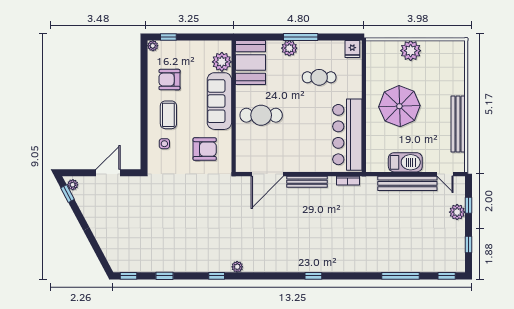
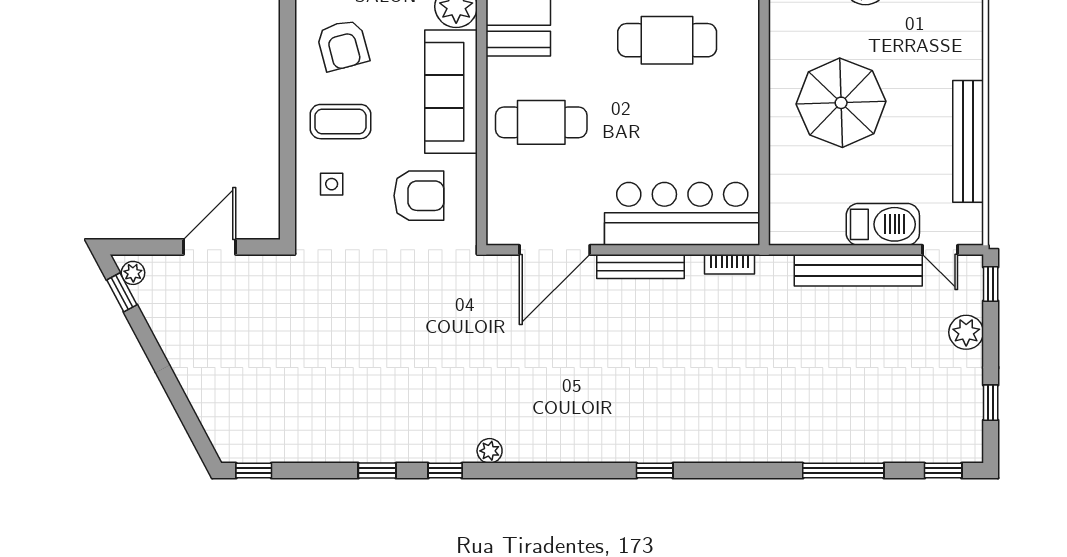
cafe table: (319, 77) -> (667, 40), width x1.37, depth x1.35
armchair: (169, 80) -> (343, 45), turned -105
coffee table: (168, 115) -> (340, 122), turned 90
bar counter: (347, 135) -> (682, 214), moved, turned 90
barbecue: (405, 162) -> (883, 224), moved
window: (468, 205) -> (991, 284), moved
window: (164, 276) -> (377, 471), moved

